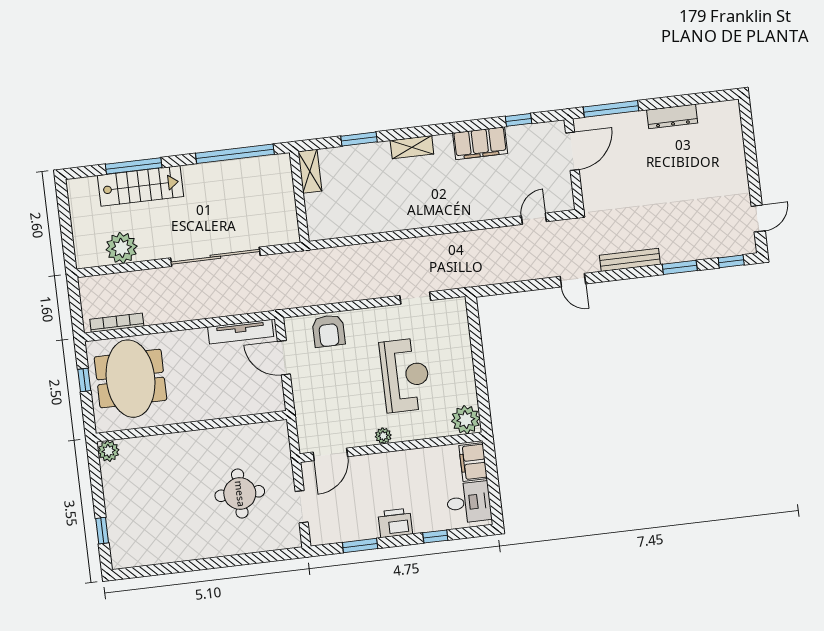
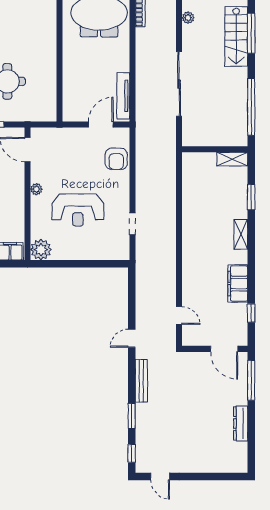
plant: (122, 248) -> (188, 18), width x0.53, depth x0.53
armchair: (329, 331) -> (116, 159), turned -90

